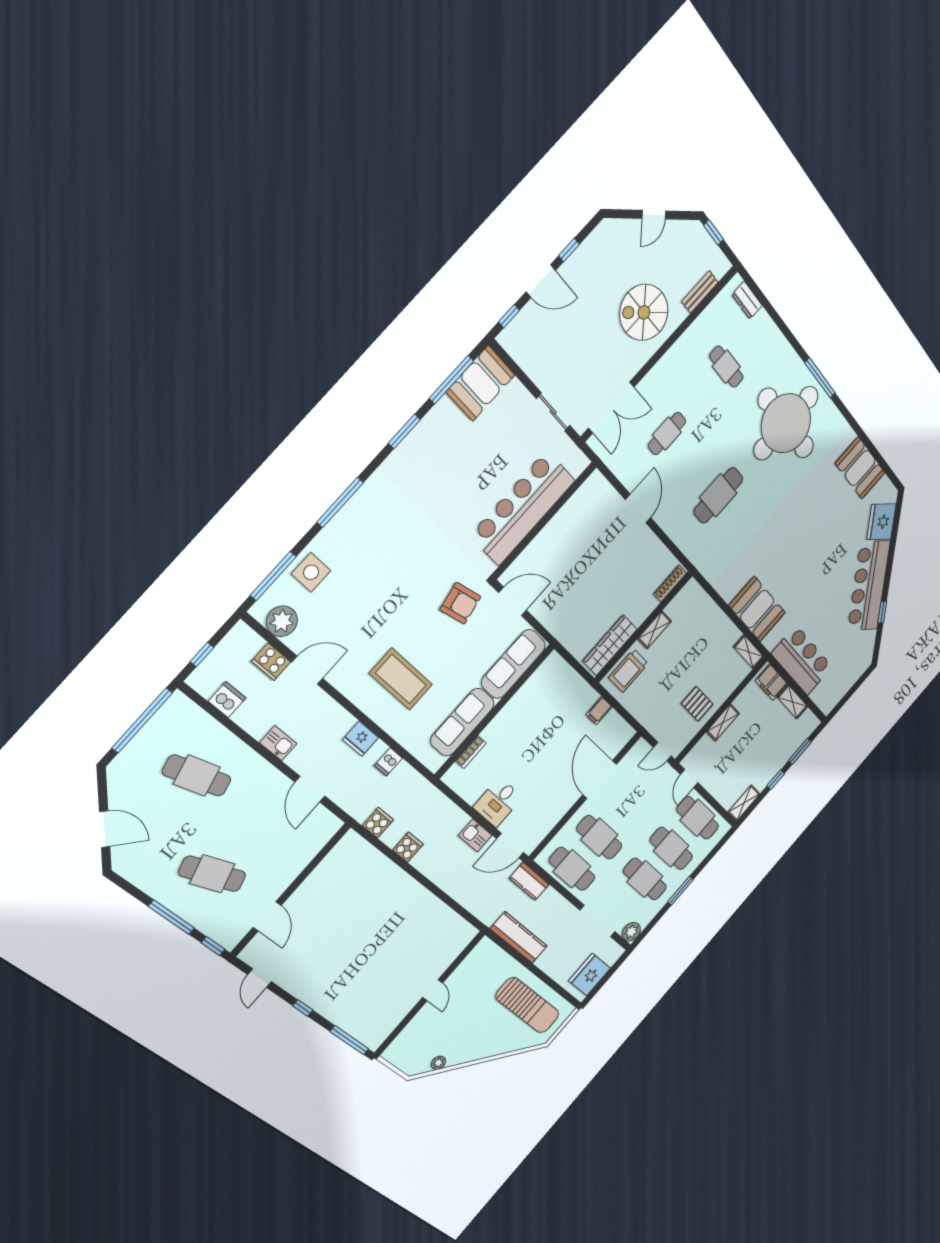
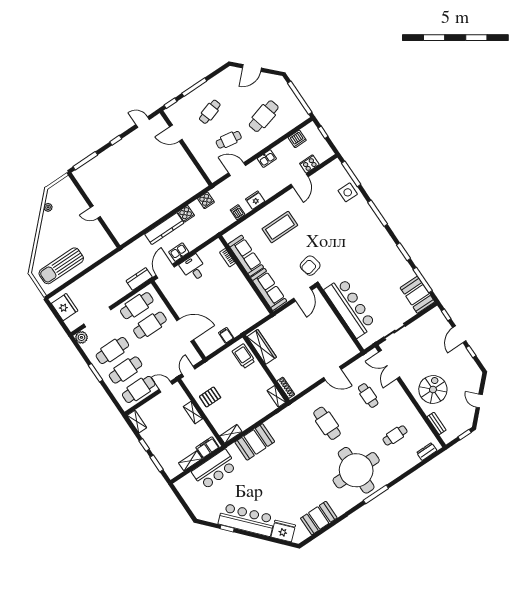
plant: (282, 621) -> (328, 173), removed
shelving: (655, 630) -> (277, 396), moved
cafe table: (258, 822) -> (229, 140), added
cafe table: (212, 874) -> (210, 112), width x0.73, depth x0.74
kitchen counter: (519, 937) -> (164, 229), moved

